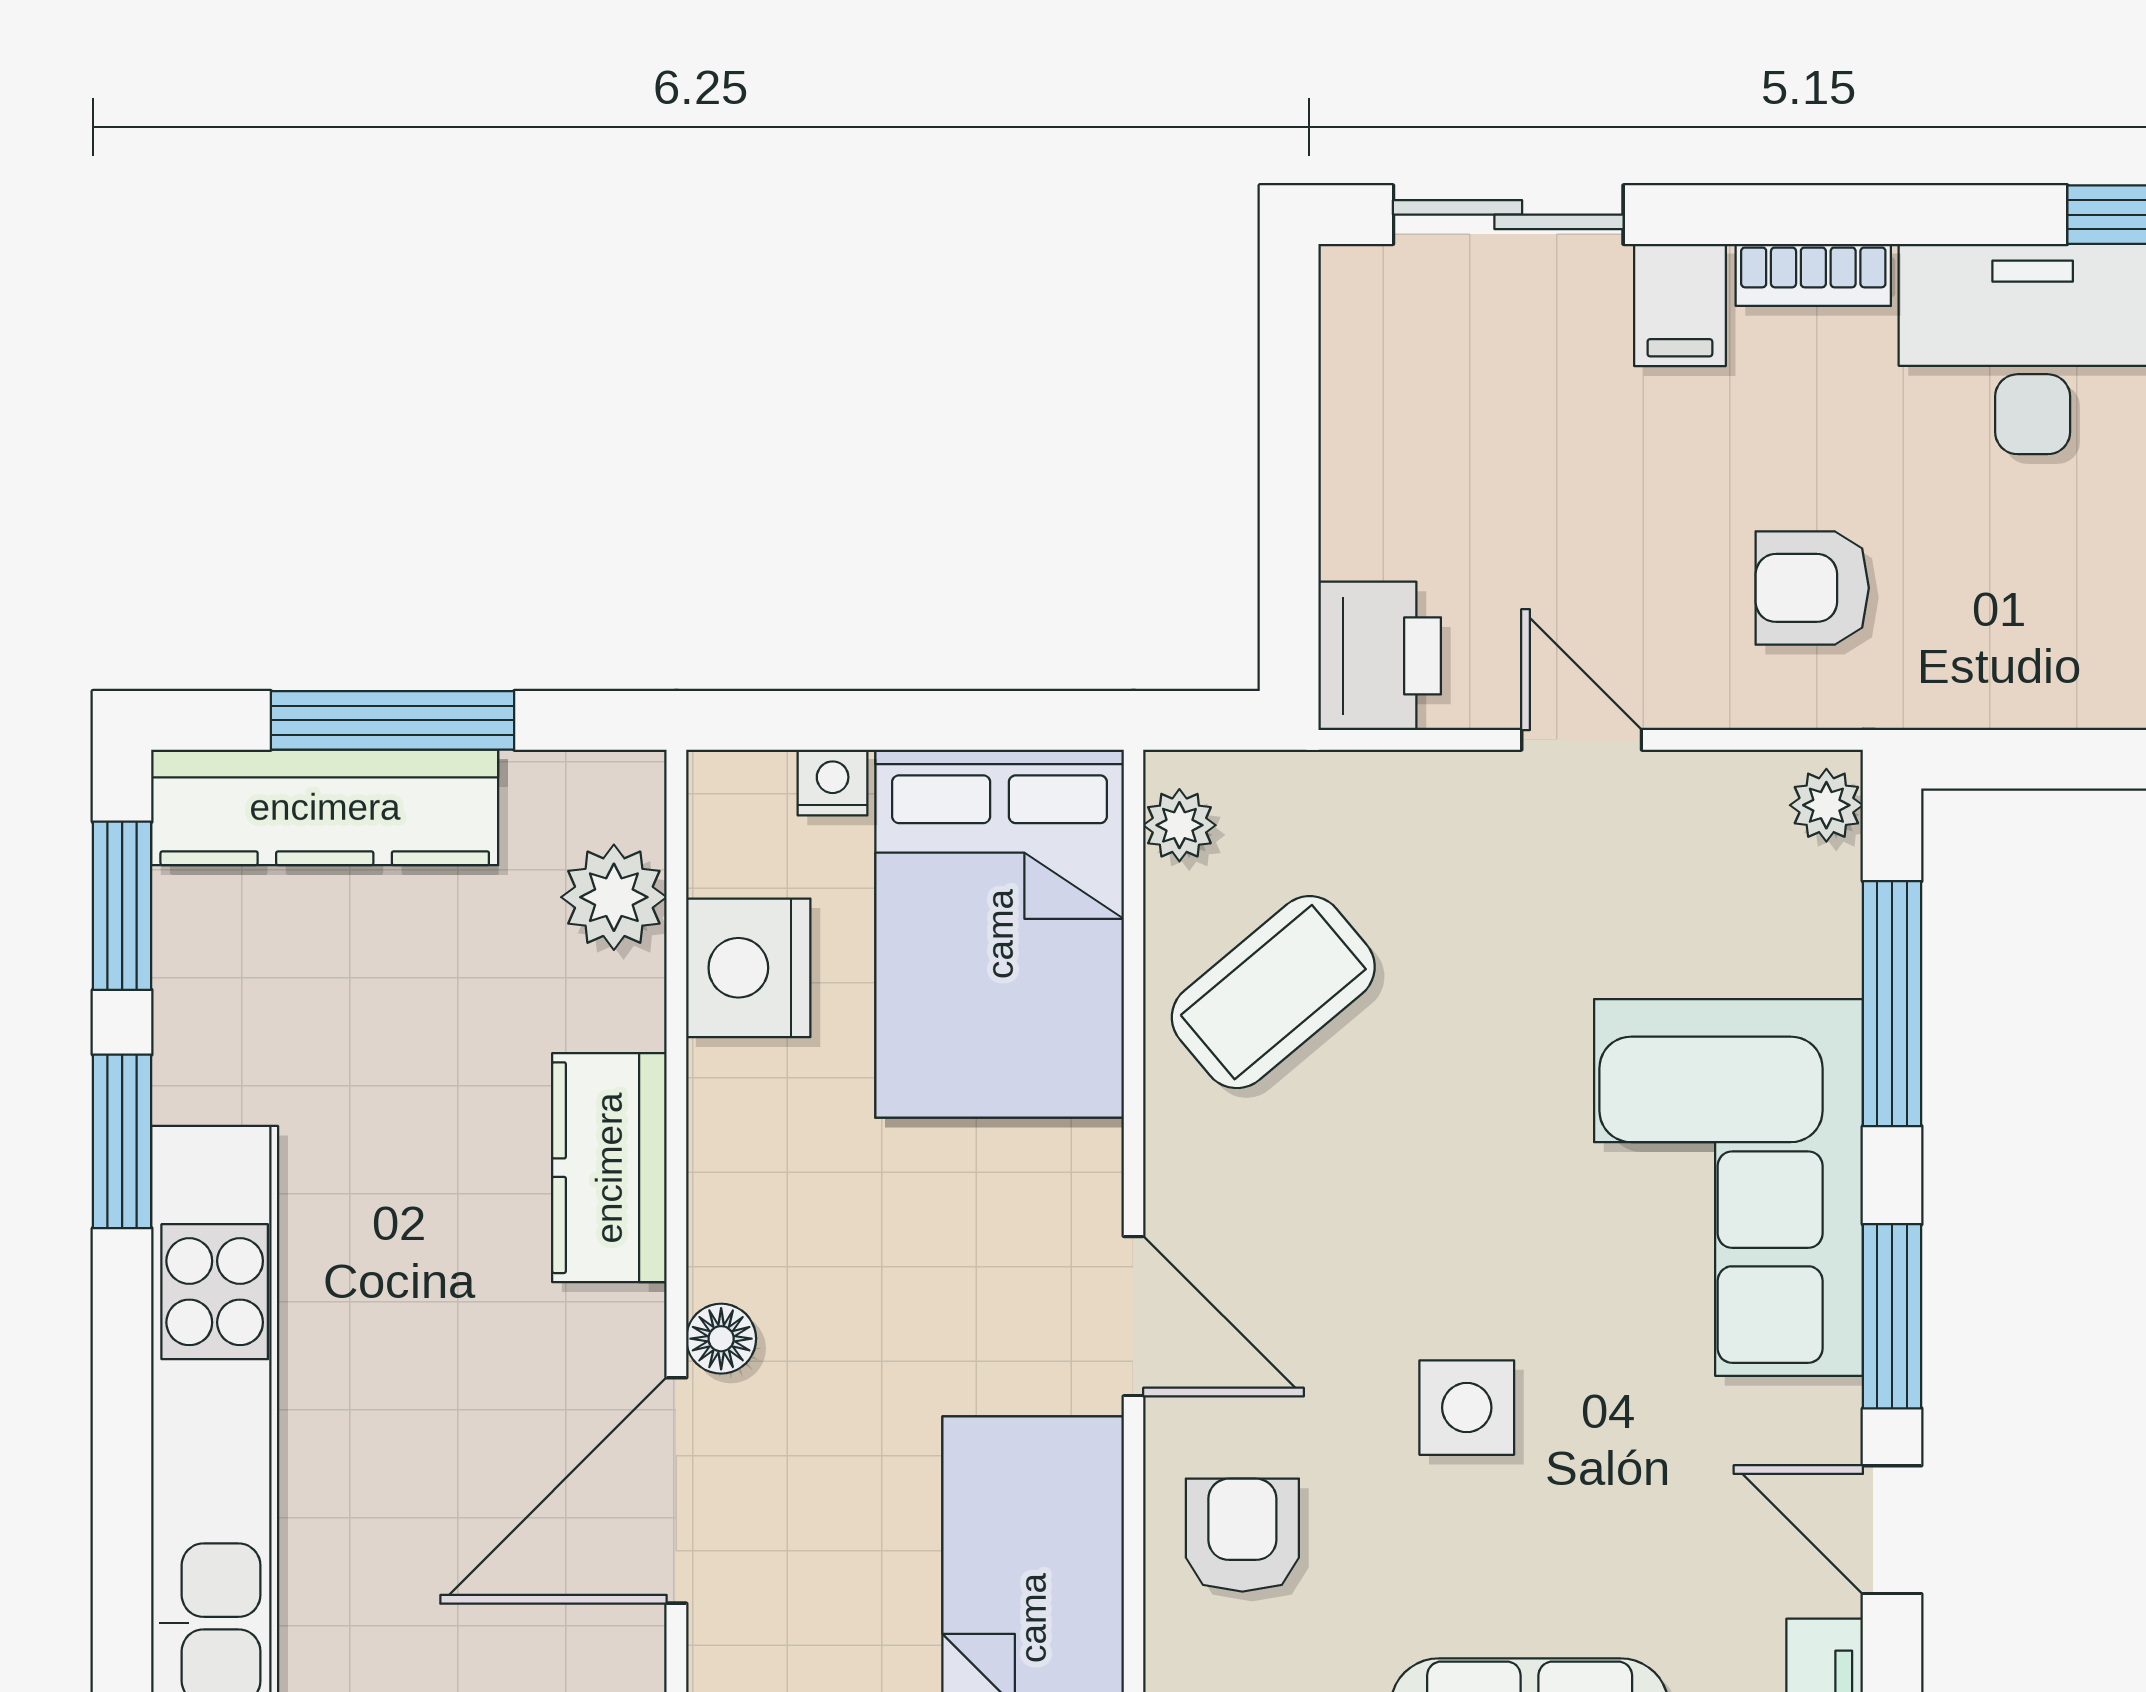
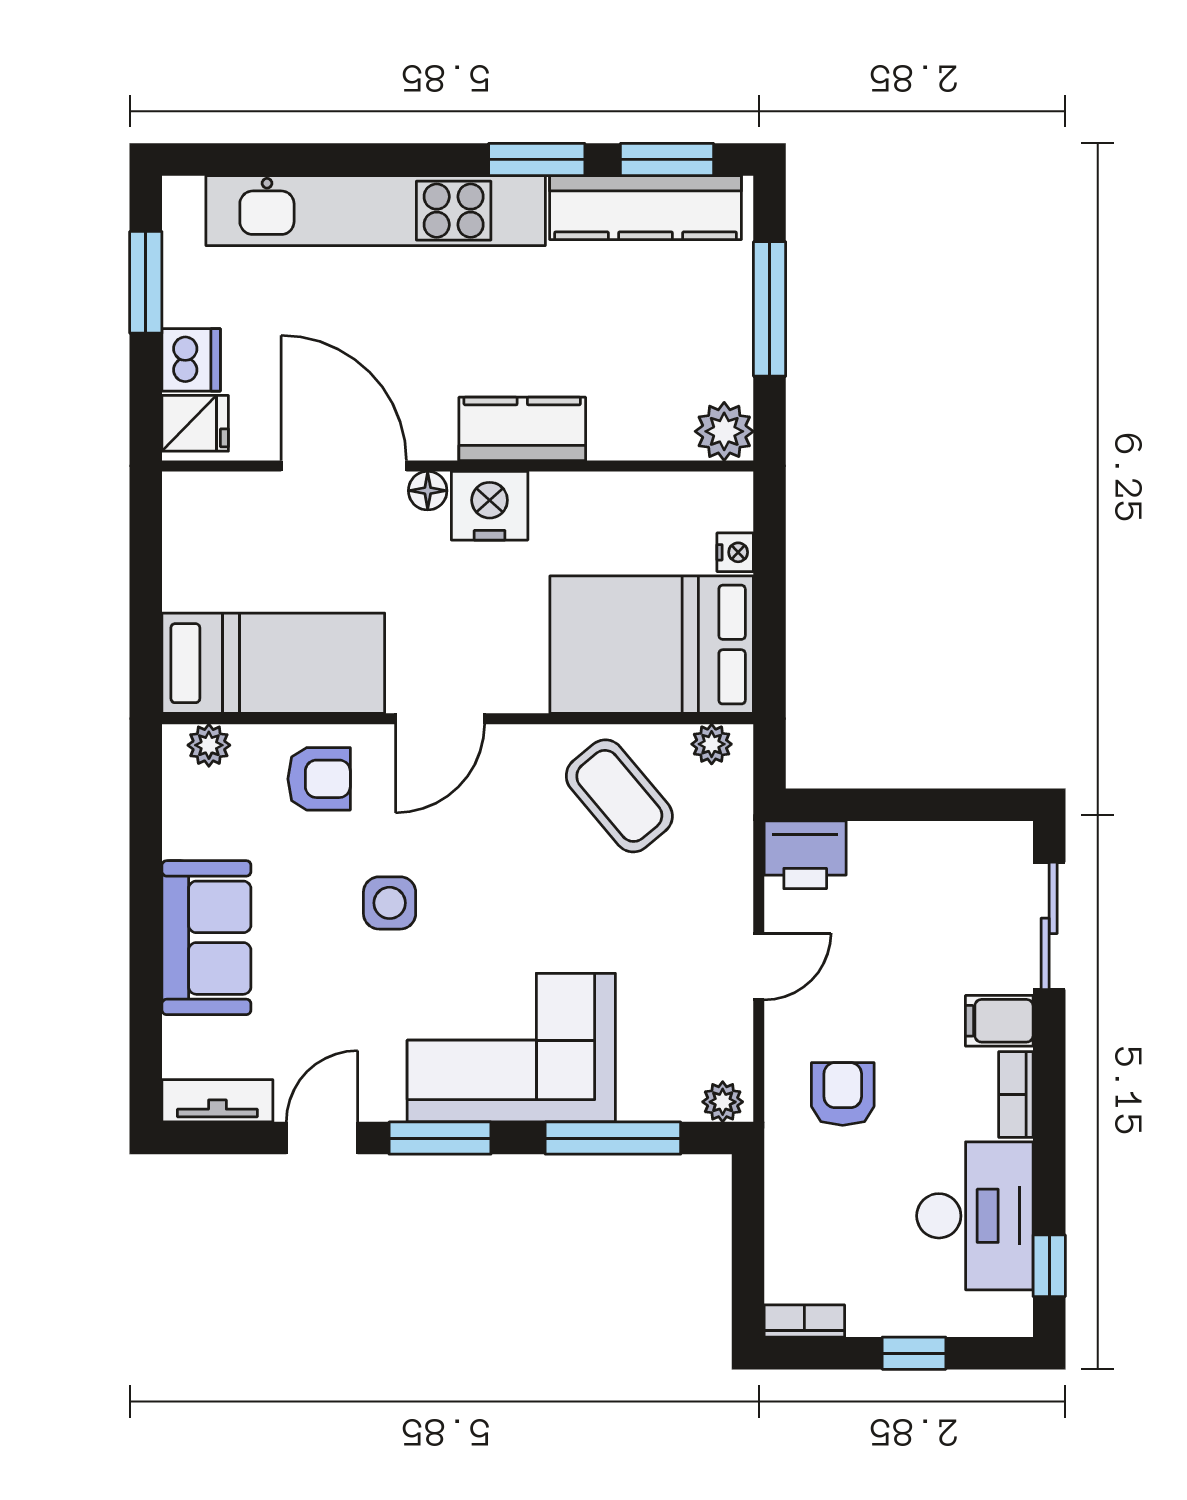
kitchen counter: (325, 807) -> (646, 208), moved, turned -90
plant: (614, 897) -> (724, 431), moved
nightstand: (748, 968) -> (490, 506), moved

